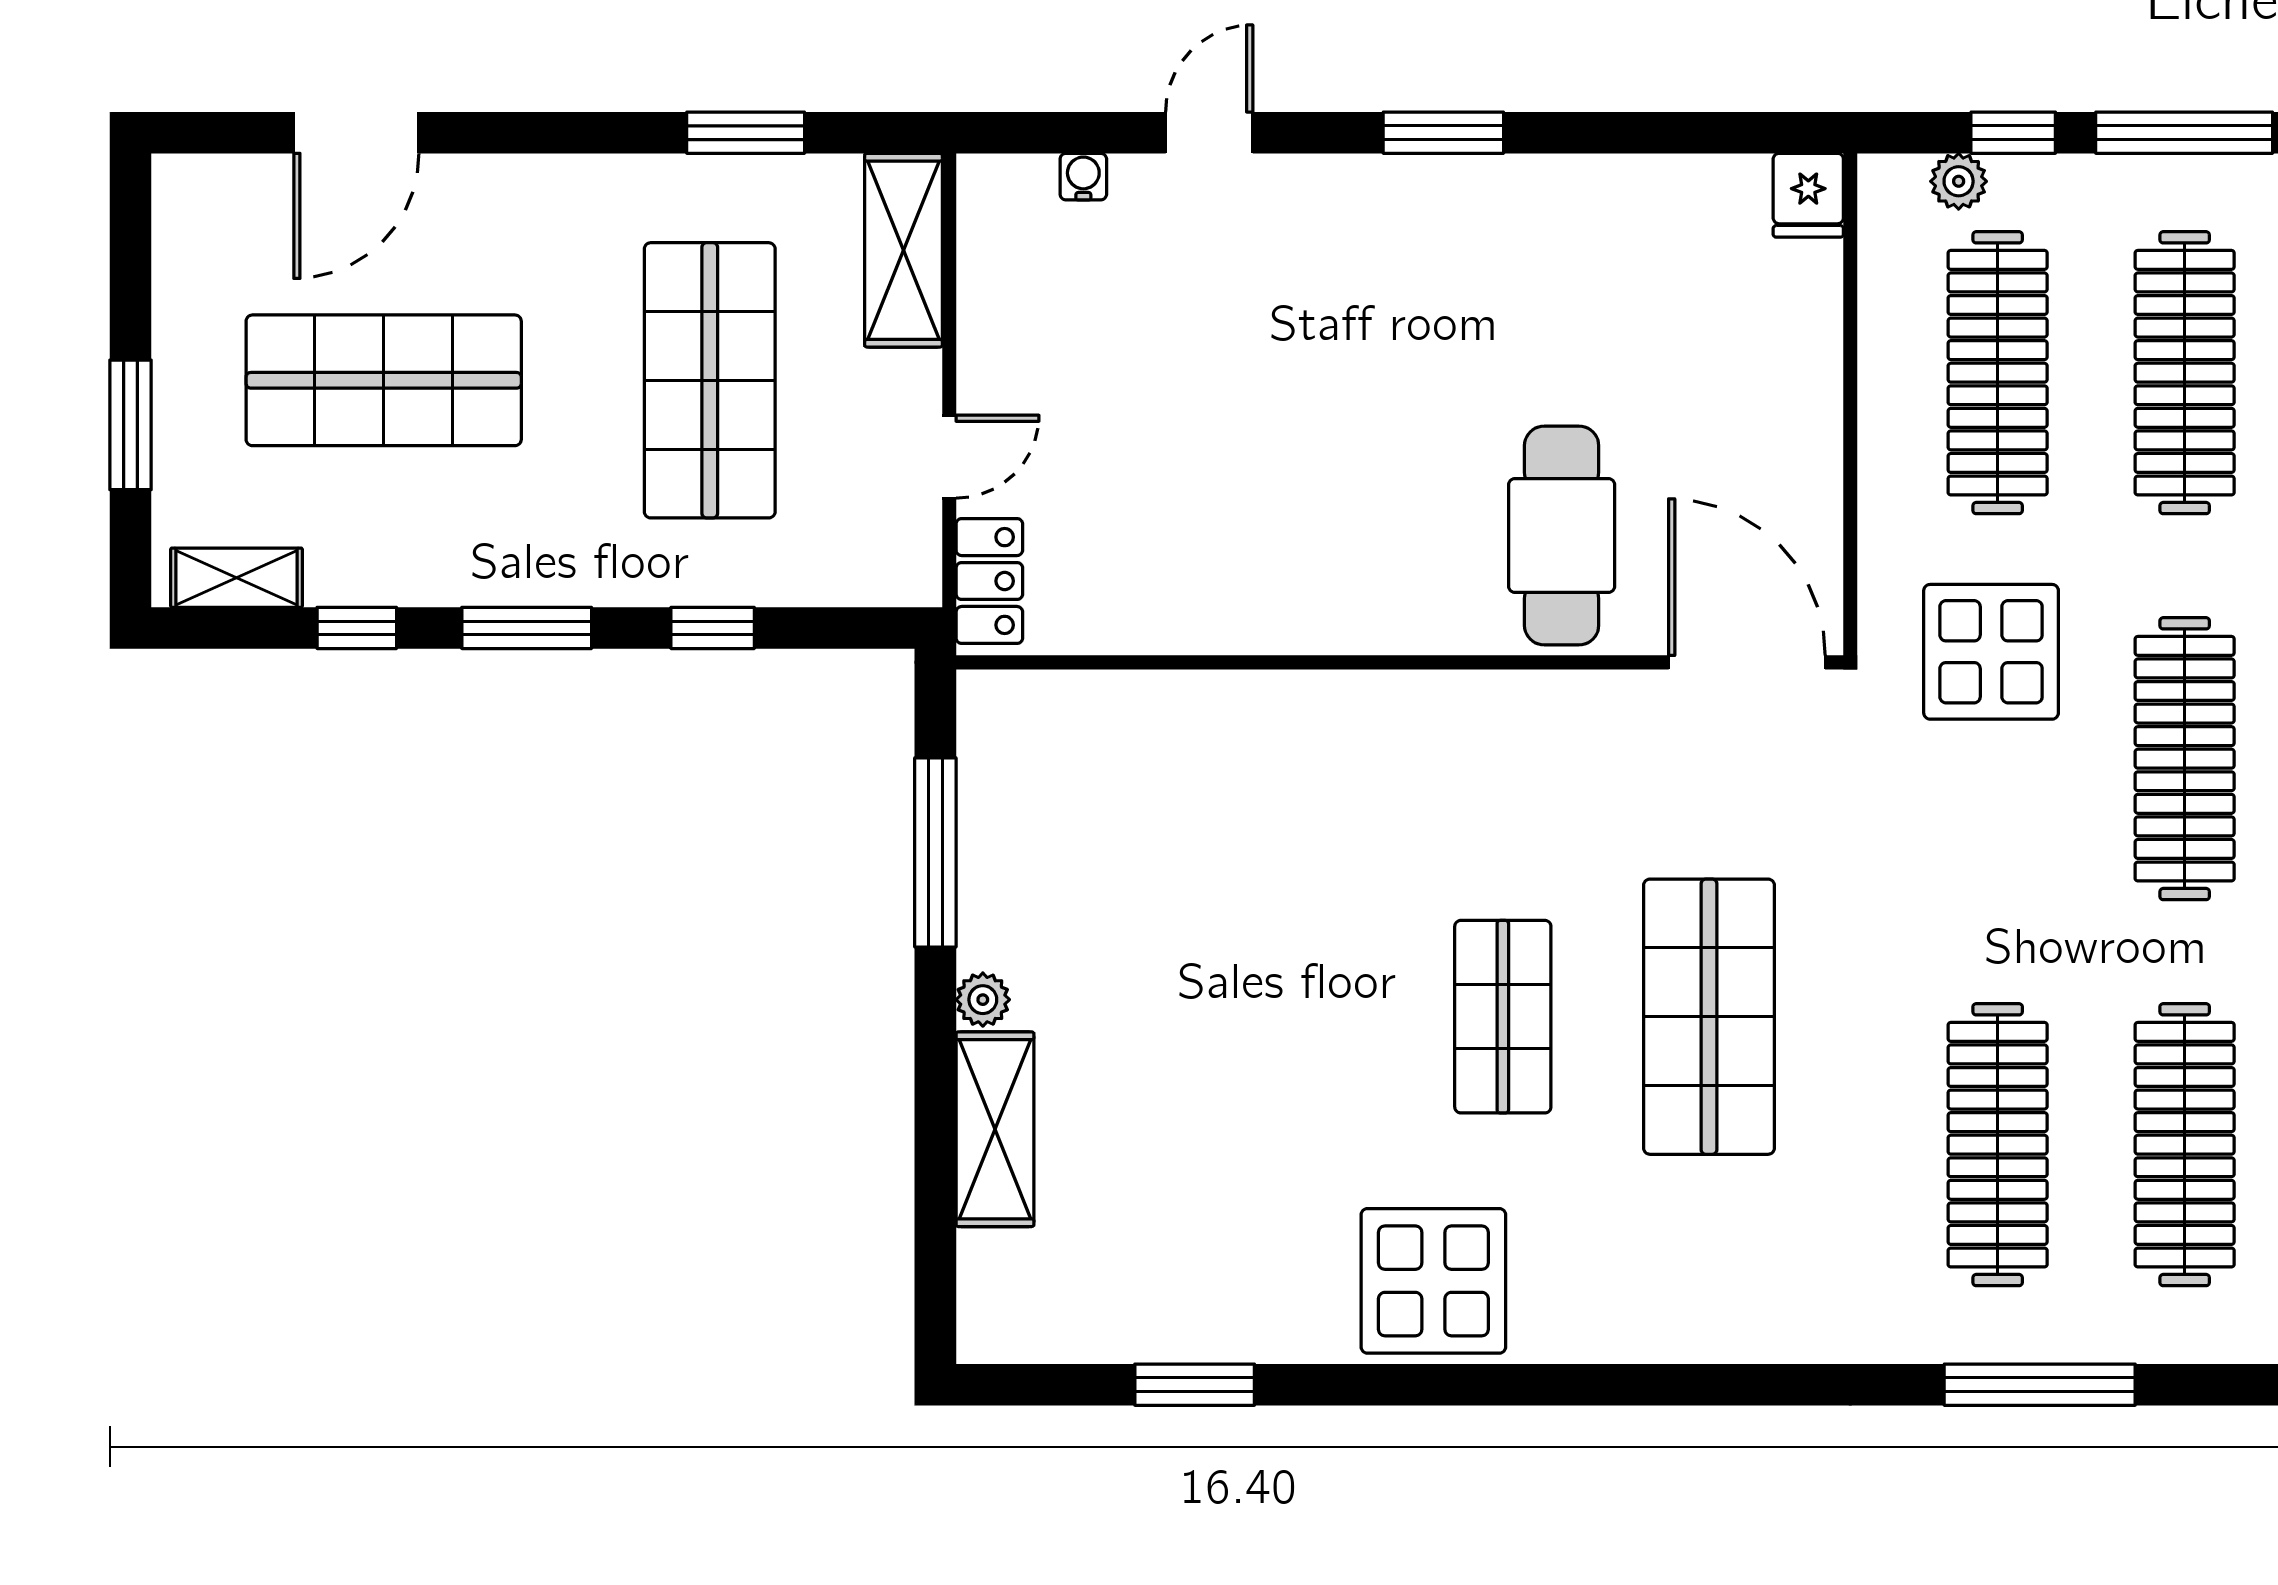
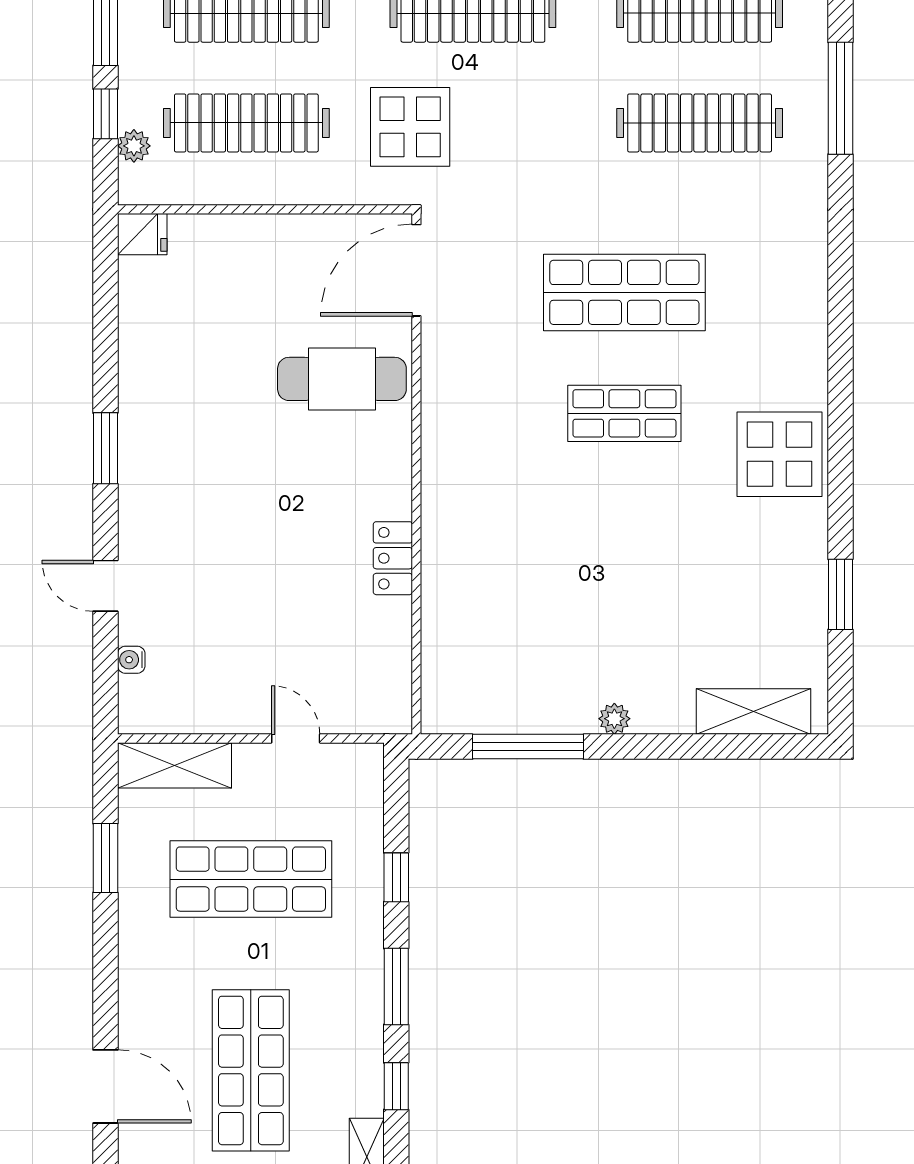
locker: (989, 581) -> (393, 558), moved, turned -90
shelving: (995, 1129) -> (754, 712), moved

